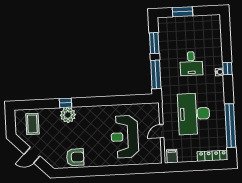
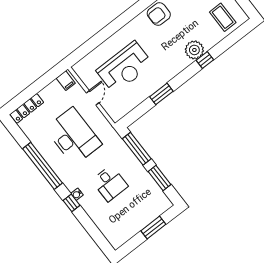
desk: (191, 64) -> (110, 183), turned 180
window: (112, 101) -> (161, 94), added
window: (230, 126) -> (43, 166), moved
reception desk: (125, 137) -> (125, 67), turned 90

